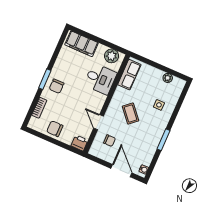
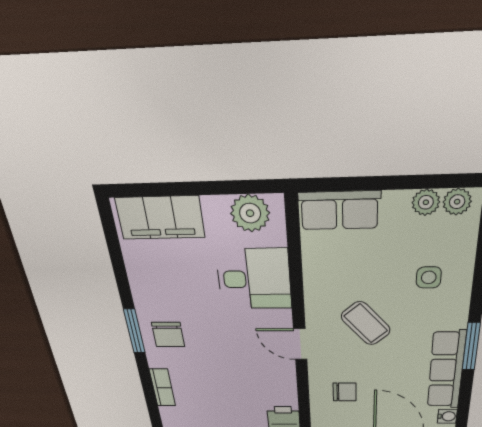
row of seats: (129, 75) -> (339, 210), moved, turned 90
plant: (177, 82) -> (457, 202), added
door: (99, 122) -> (300, 344), moved
chair: (55, 129) -> (218, 412), removed
row of seats: (151, 147) -> (446, 370), added

